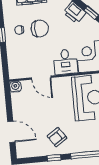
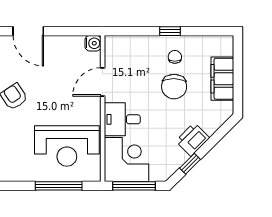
door: (11, 132) -> (28, 31), hinge flipped

